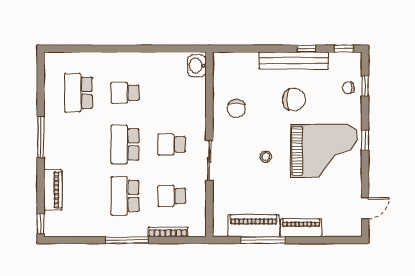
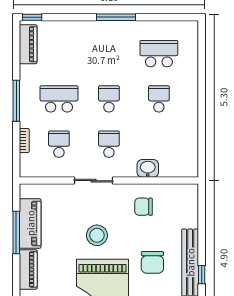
washbasin: (197, 66) -> (148, 168), moved
school desk: (125, 144) -> (109, 99), width x0.54
stool: (266, 157) -> (97, 235), width x1.89, depth x1.89
piano: (53, 190) -> (28, 44), moved, turned -90
bookcase: (168, 232) -> (24, 141), width x0.64

